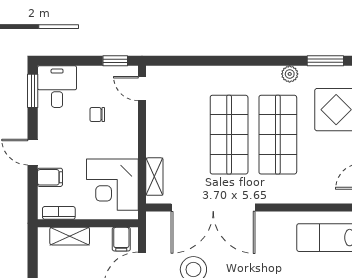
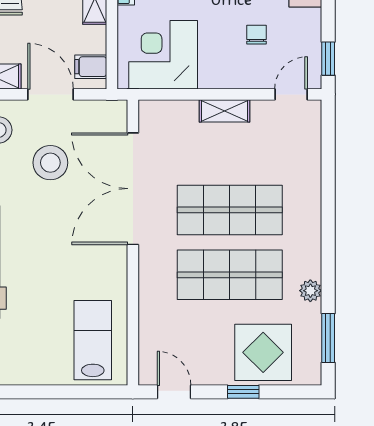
shelving: (154, 177) -> (225, 111), moved

